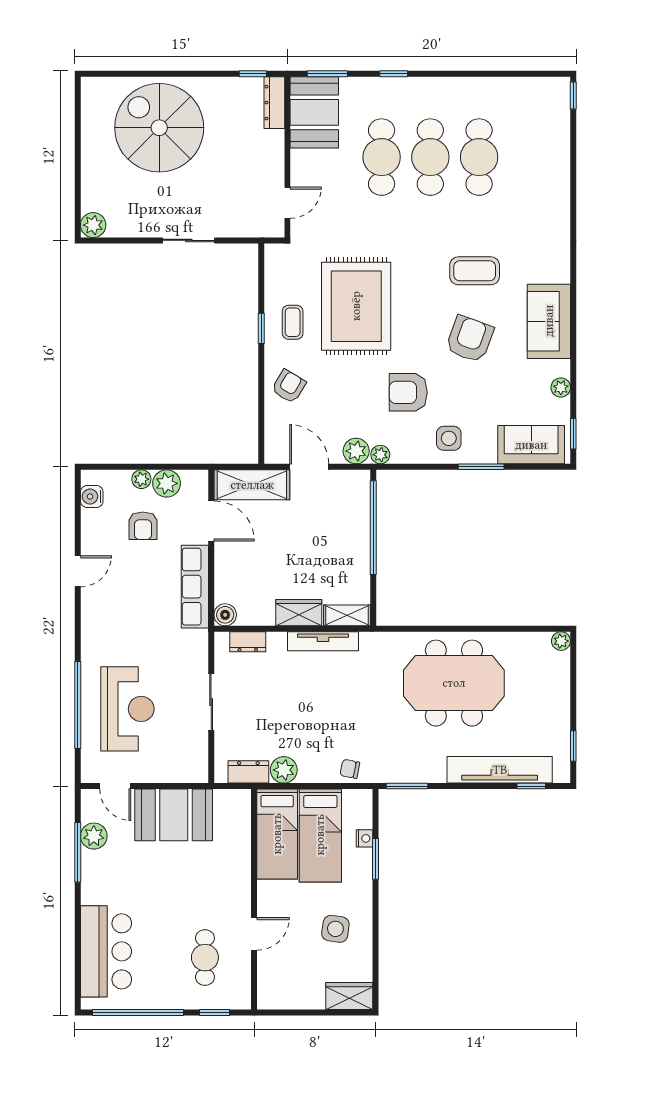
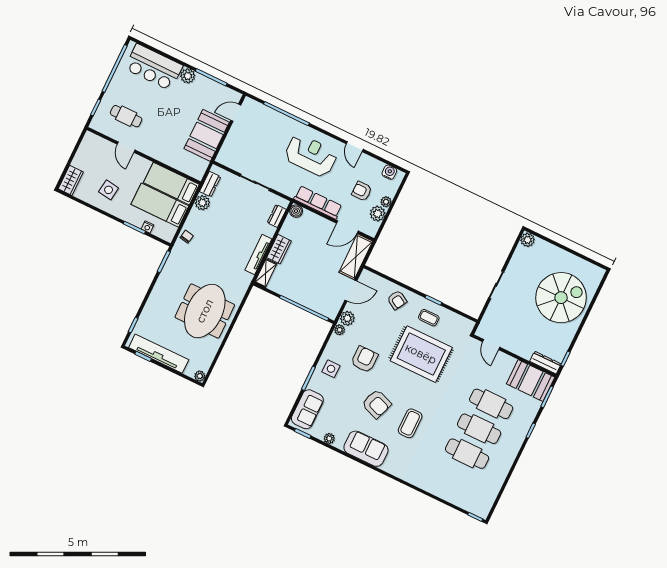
reception desk: (127, 709) -> (311, 155), moved, turned 180
tv unit: (500, 770) -> (159, 354), moved, turned -90
plant: (94, 836) -> (188, 76), moved

